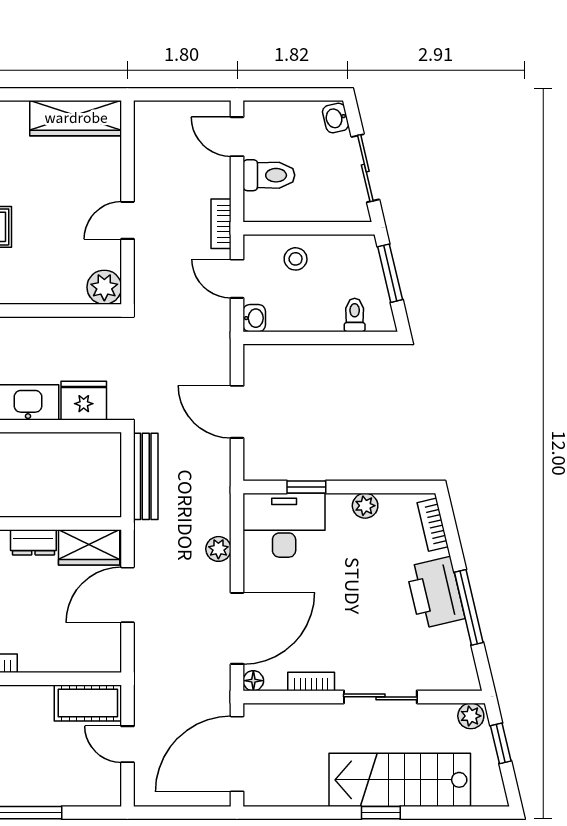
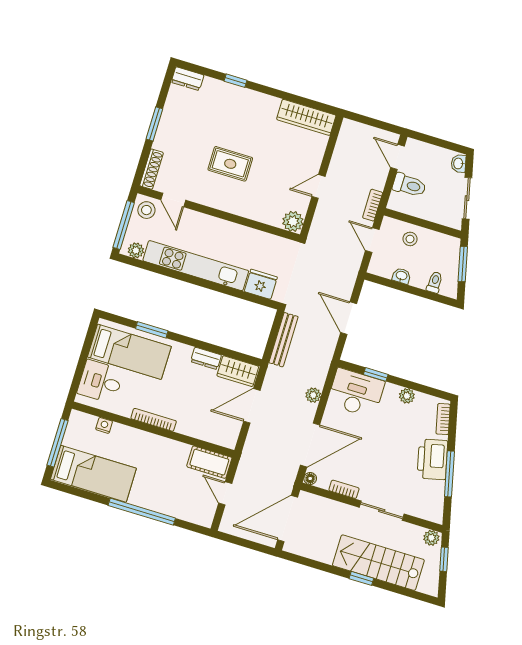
washbasin: (254, 318) -> (401, 276), moved, turned -90

